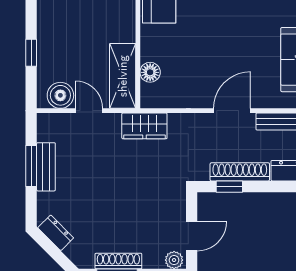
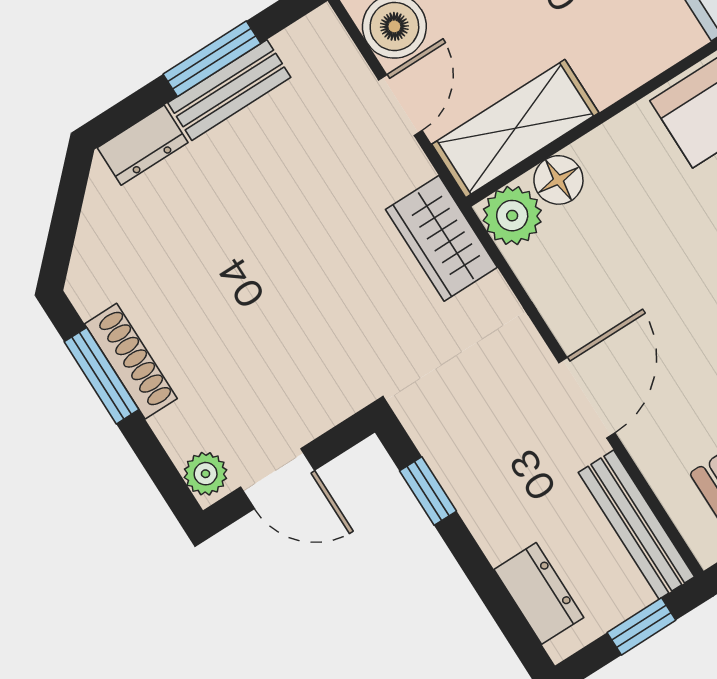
plant: (152, 96) -> (512, 216), added
door: (232, 111) -> (587, 398), hinge flipped
shoe rack: (240, 172) -> (472, 493), removed
dresser: (56, 233) -> (143, 145), moved, turned 45

